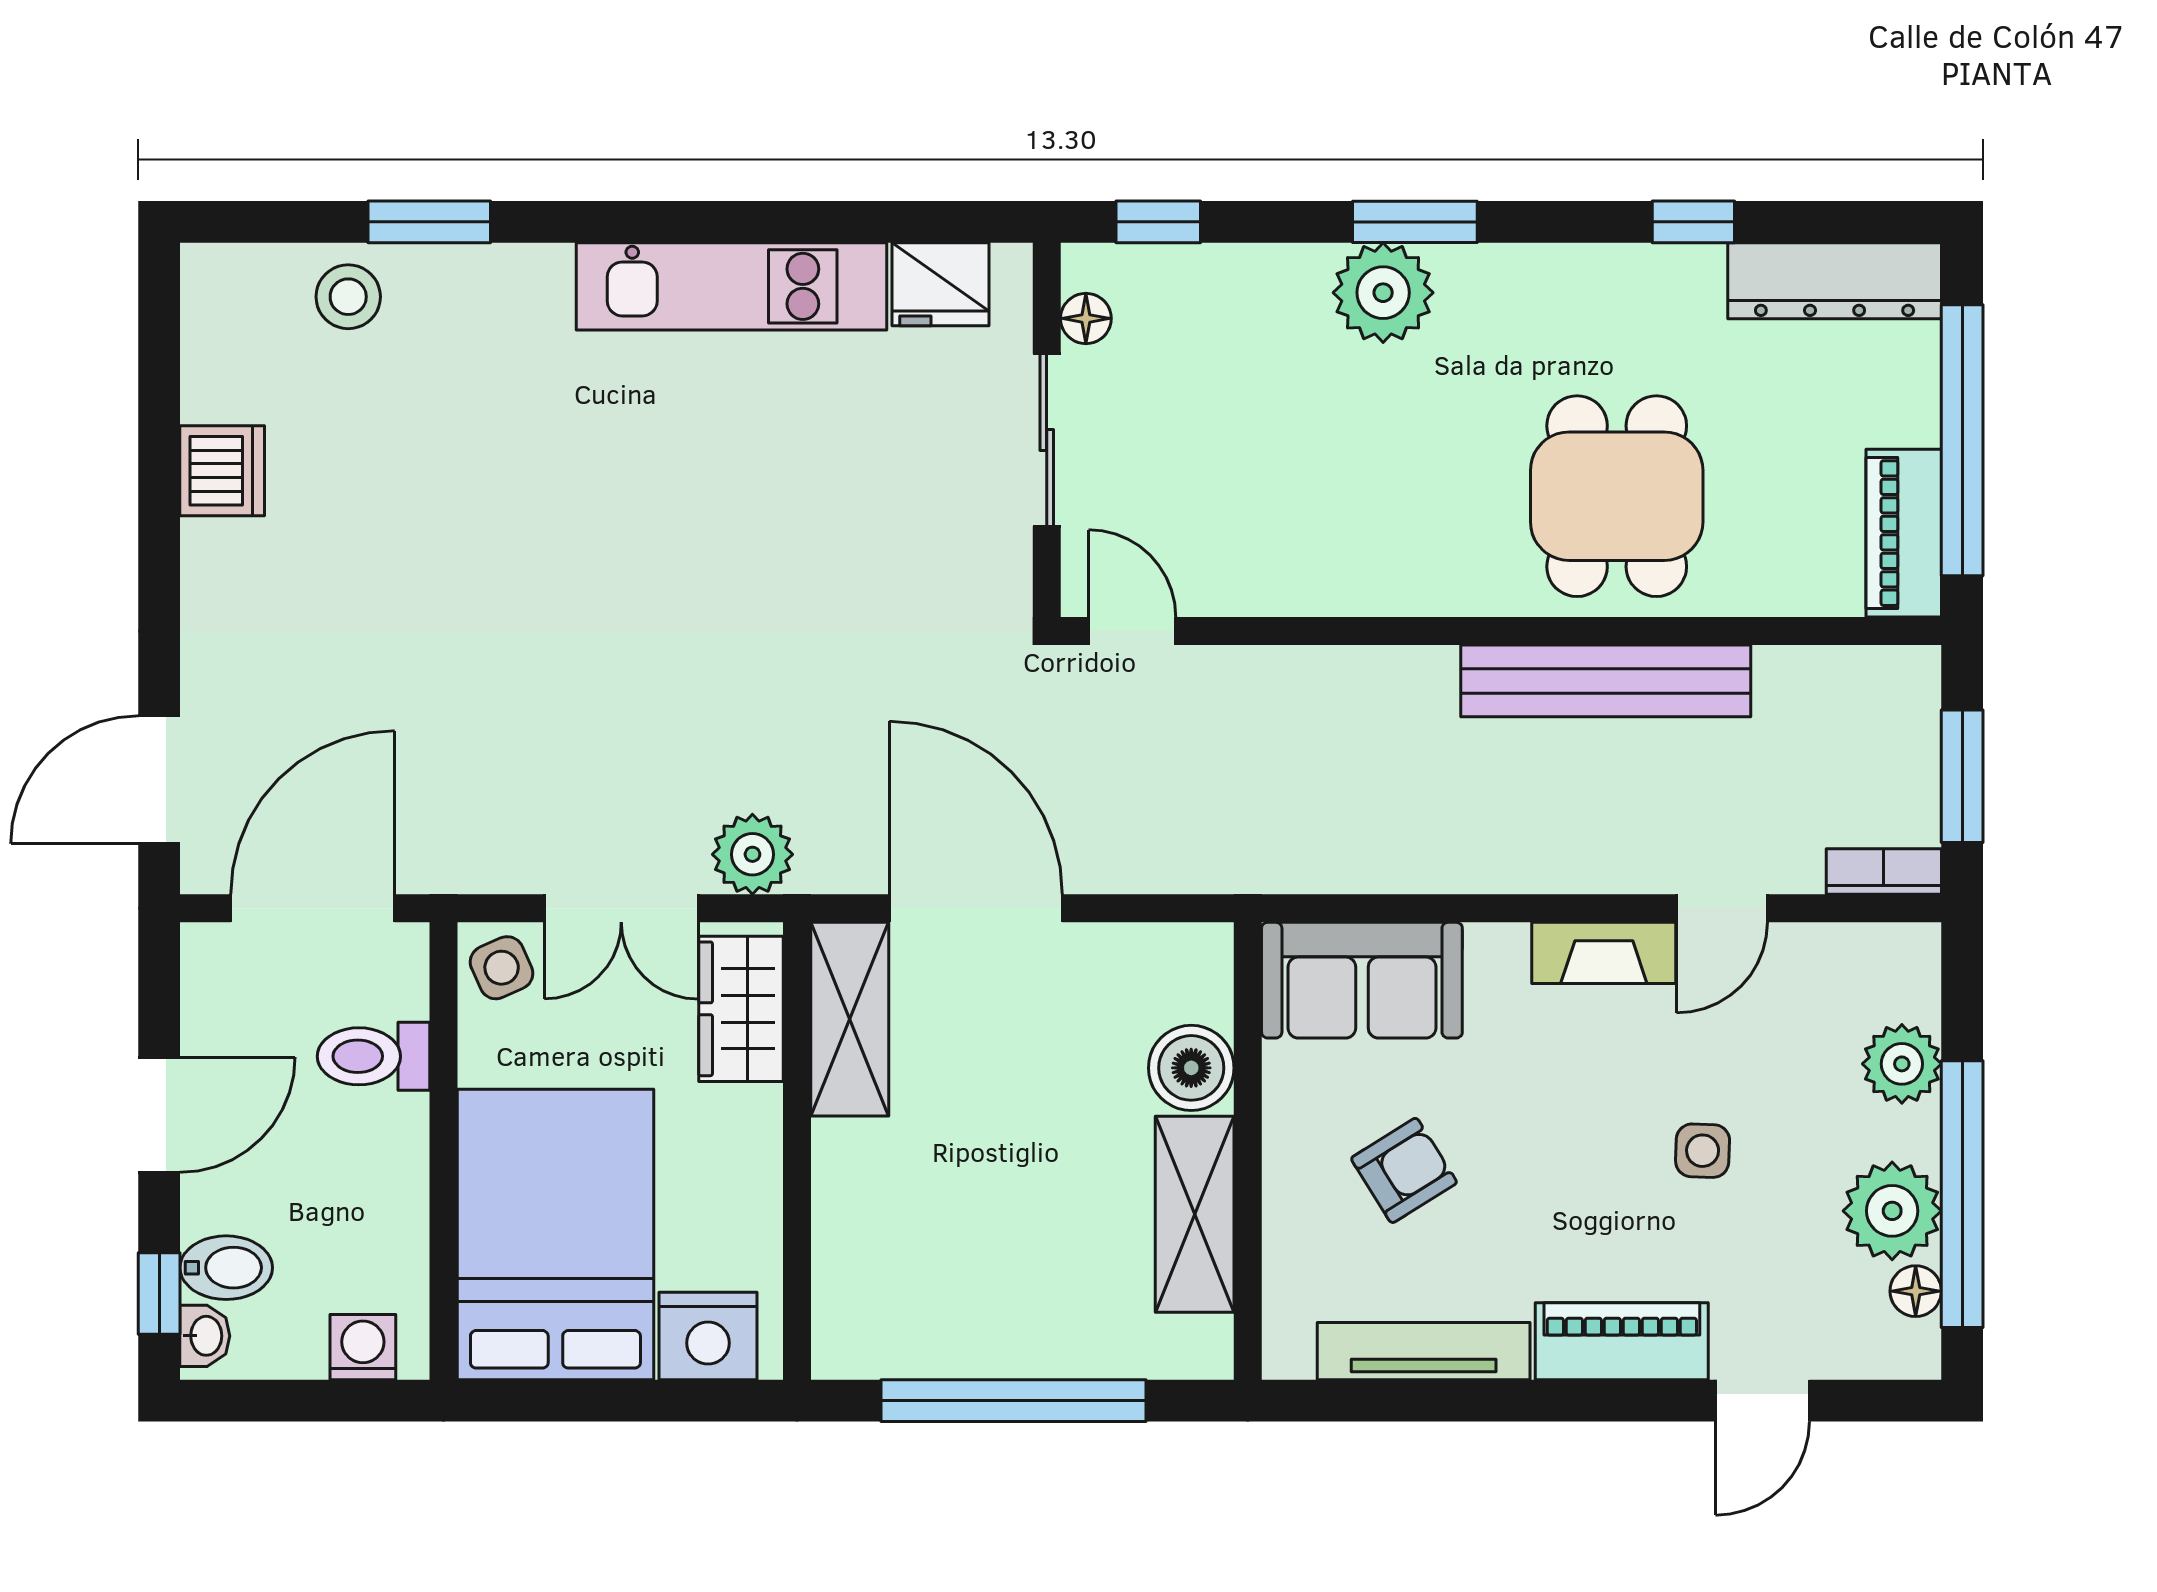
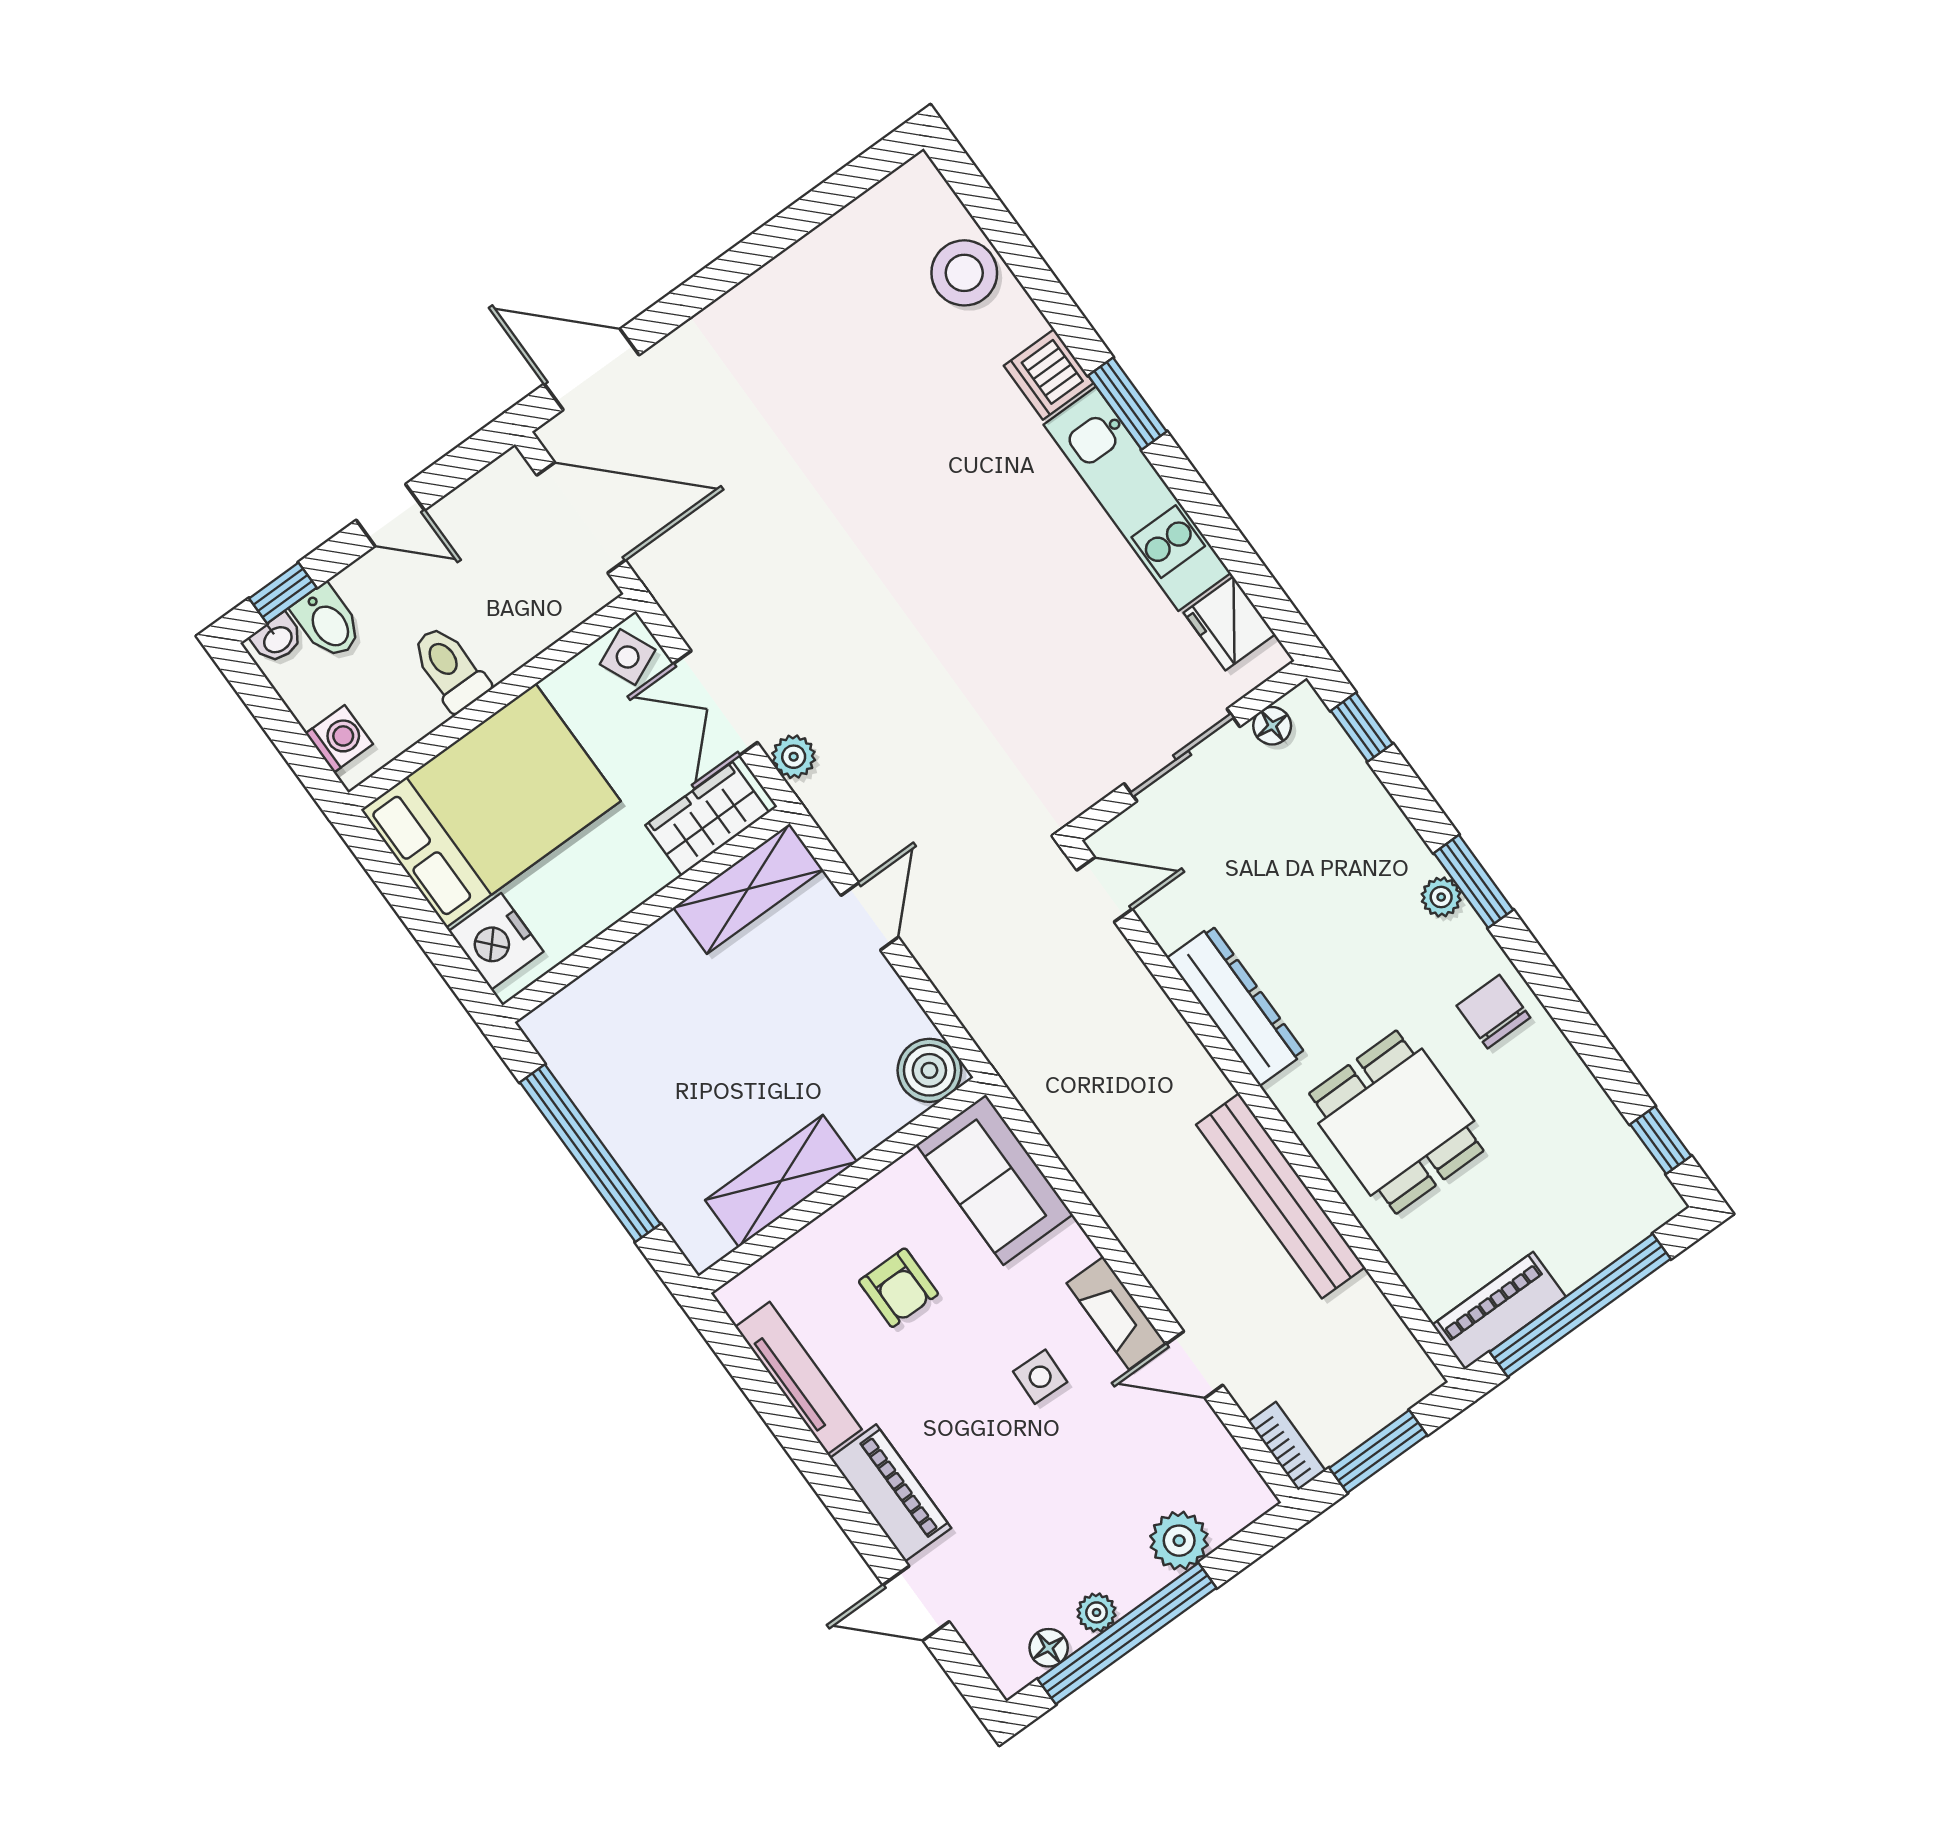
window: (429, 222) -> (1127, 404), moved
window: (1693, 222) -> (1661, 1140), moved
dresser: (1835, 281) -> (1236, 1005), moved, turned 180
plant: (1383, 293) -> (1441, 897), width x0.53, depth x0.53
stool: (348, 297) -> (964, 273), width x1.38, depth x1.38
chair: (1573, 303) -> (1493, 1012), added
dishwasher: (222, 471) -> (1049, 374), moved, turned 90
dining table: (1617, 496) -> (1396, 1122), turned 90
door: (1132, 631) -> (1104, 890), hinge flipped
plant: (752, 854) -> (794, 757), width x0.73, depth x0.73
door: (976, 908) -> (870, 916), width x0.53
toilet: (373, 1056) -> (450, 668), moved
boiler: (1191, 1068) -> (929, 1070), moved
door: (159, 1115) -> (390, 515), width x0.73
side table: (1703, 1151) -> (1040, 1377), moved
armchair: (1404, 1170) -> (898, 1288), turned 32
plant: (1892, 1211) -> (1097, 1612), width x0.53, depth x0.53

